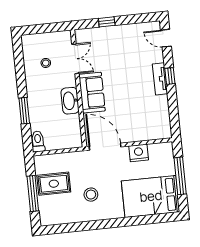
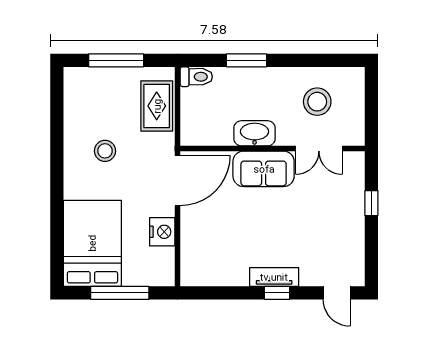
door: (166, 38) -> (337, 293), swing flipped
stool: (46, 63) -> (317, 102), width x1.89, depth x1.89
rug: (54, 184) -> (157, 106), moved

